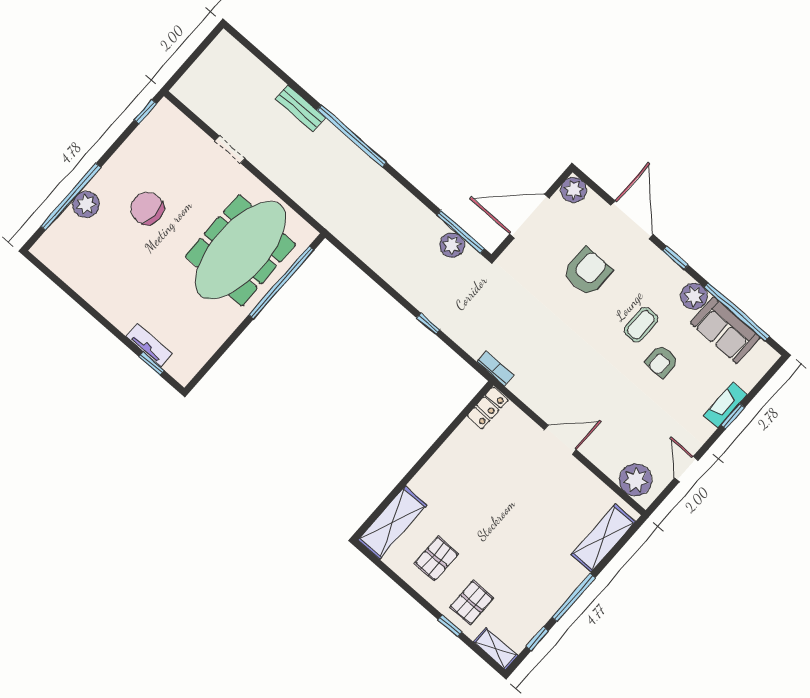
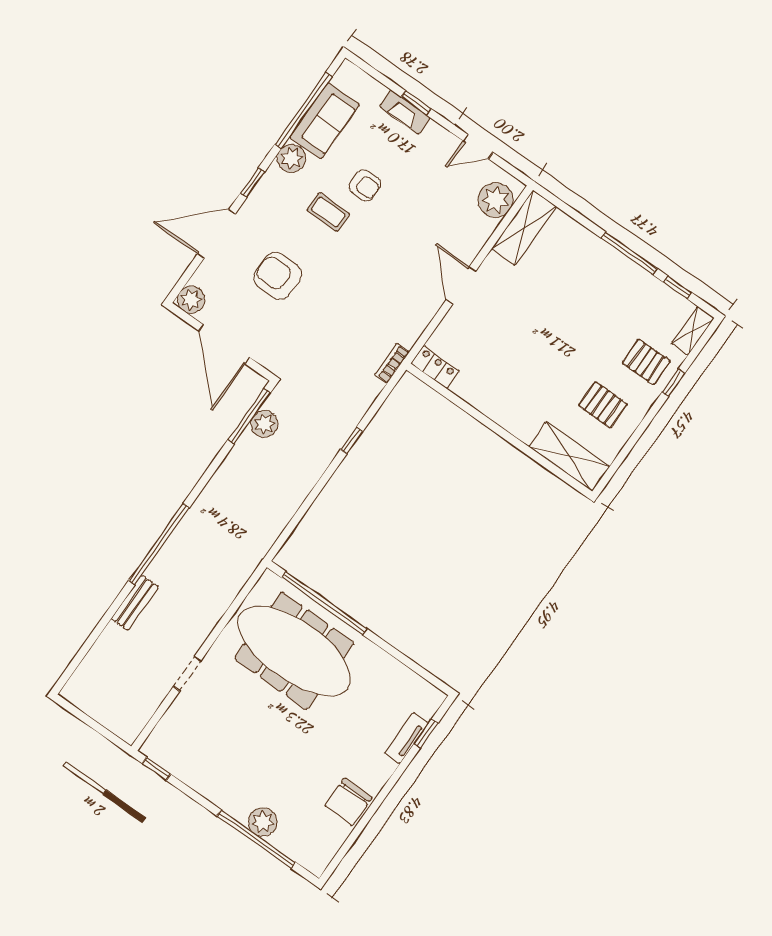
chair: (147, 208) -> (349, 802), moved
shelving: (603, 538) -> (524, 228), moved, turned 90

